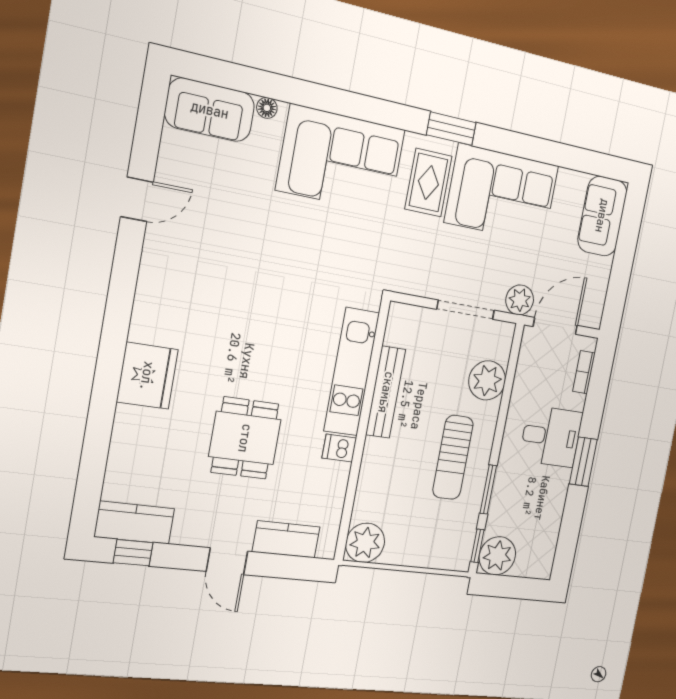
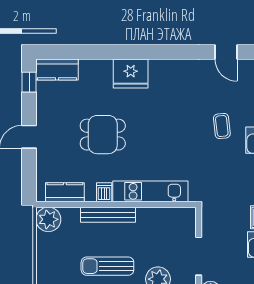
coffee table: (266, 232) -> (222, 126), added
bench: (386, 392) -> (108, 215), moved
kitchen counter: (134, 523) -> (57, 70), moved, turned 90
kitchen counter: (286, 539) -> (65, 192), moved, turned -90

